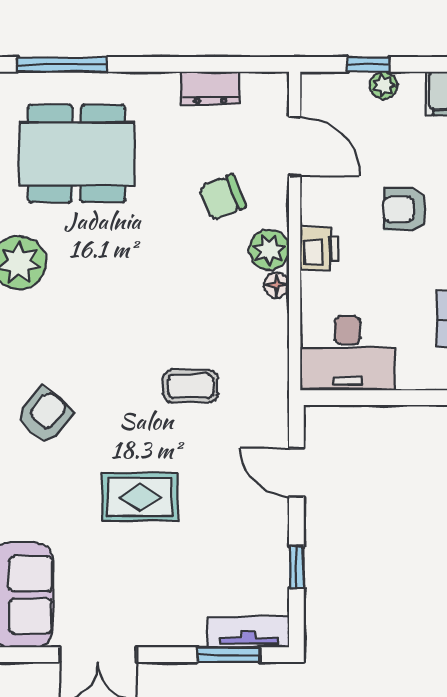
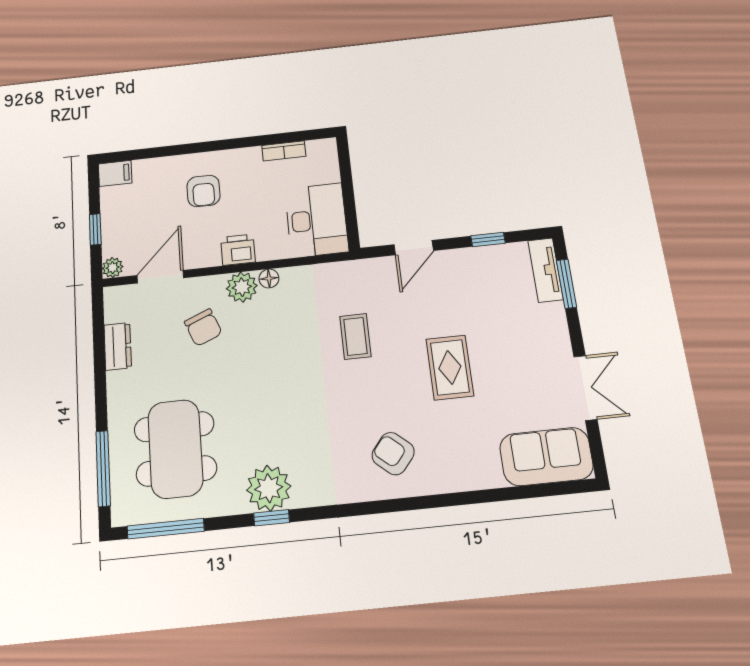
plant: (384, 85) -> (113, 268), moved

